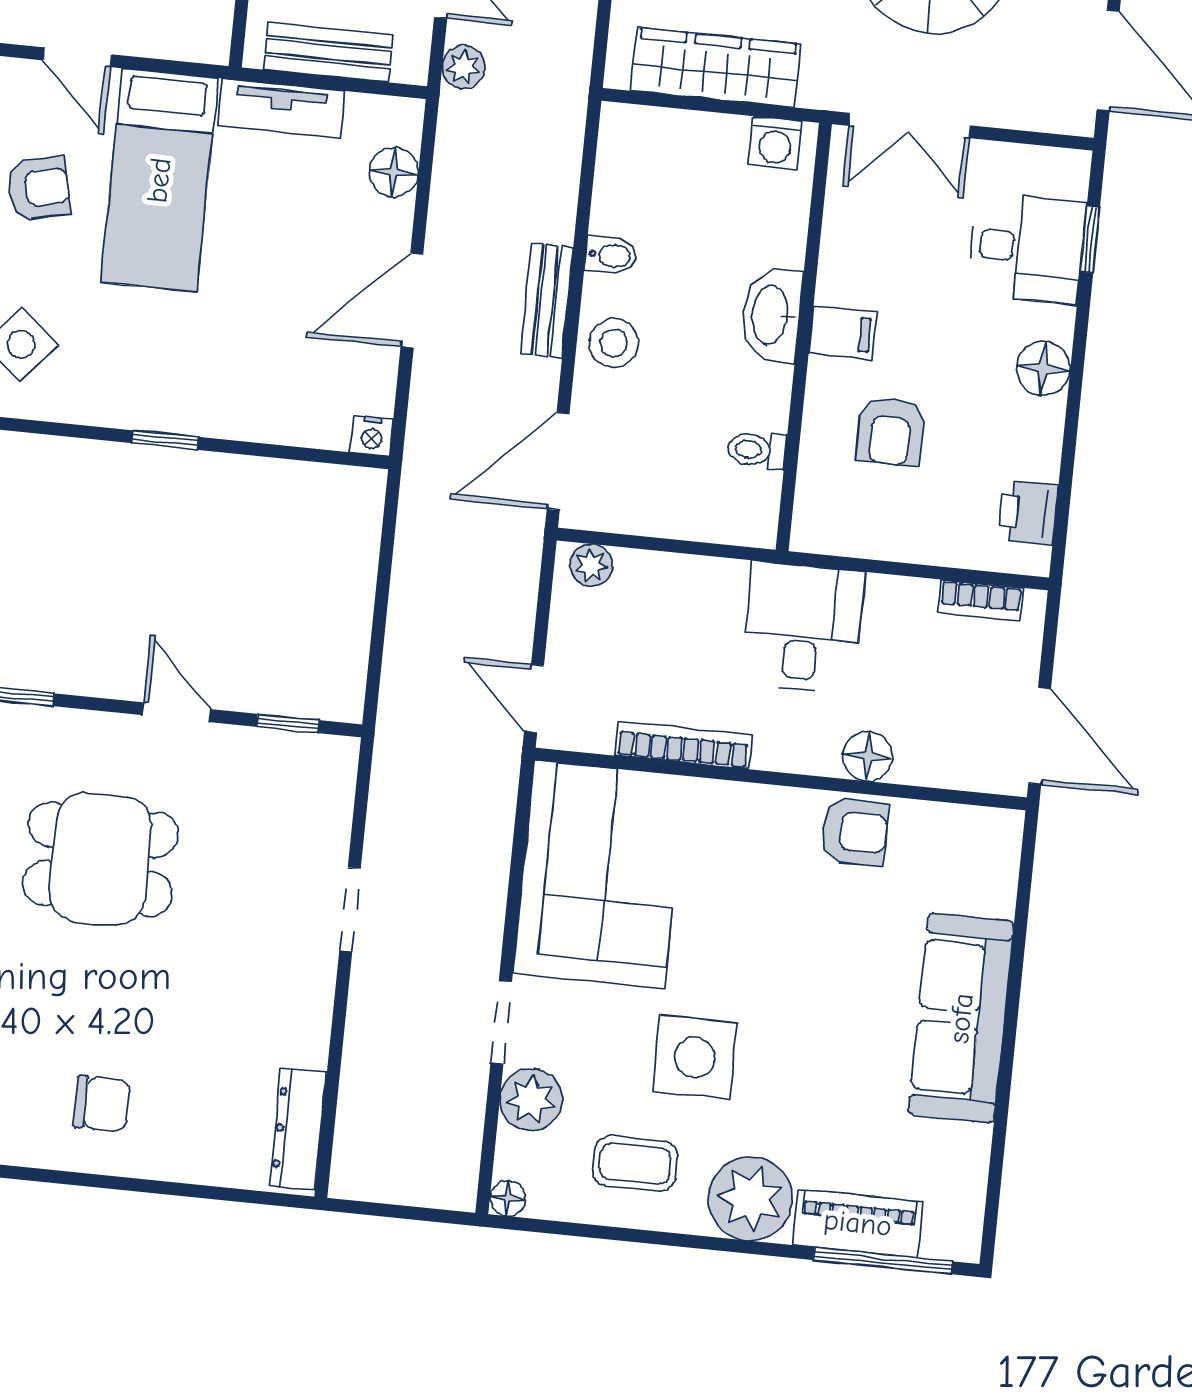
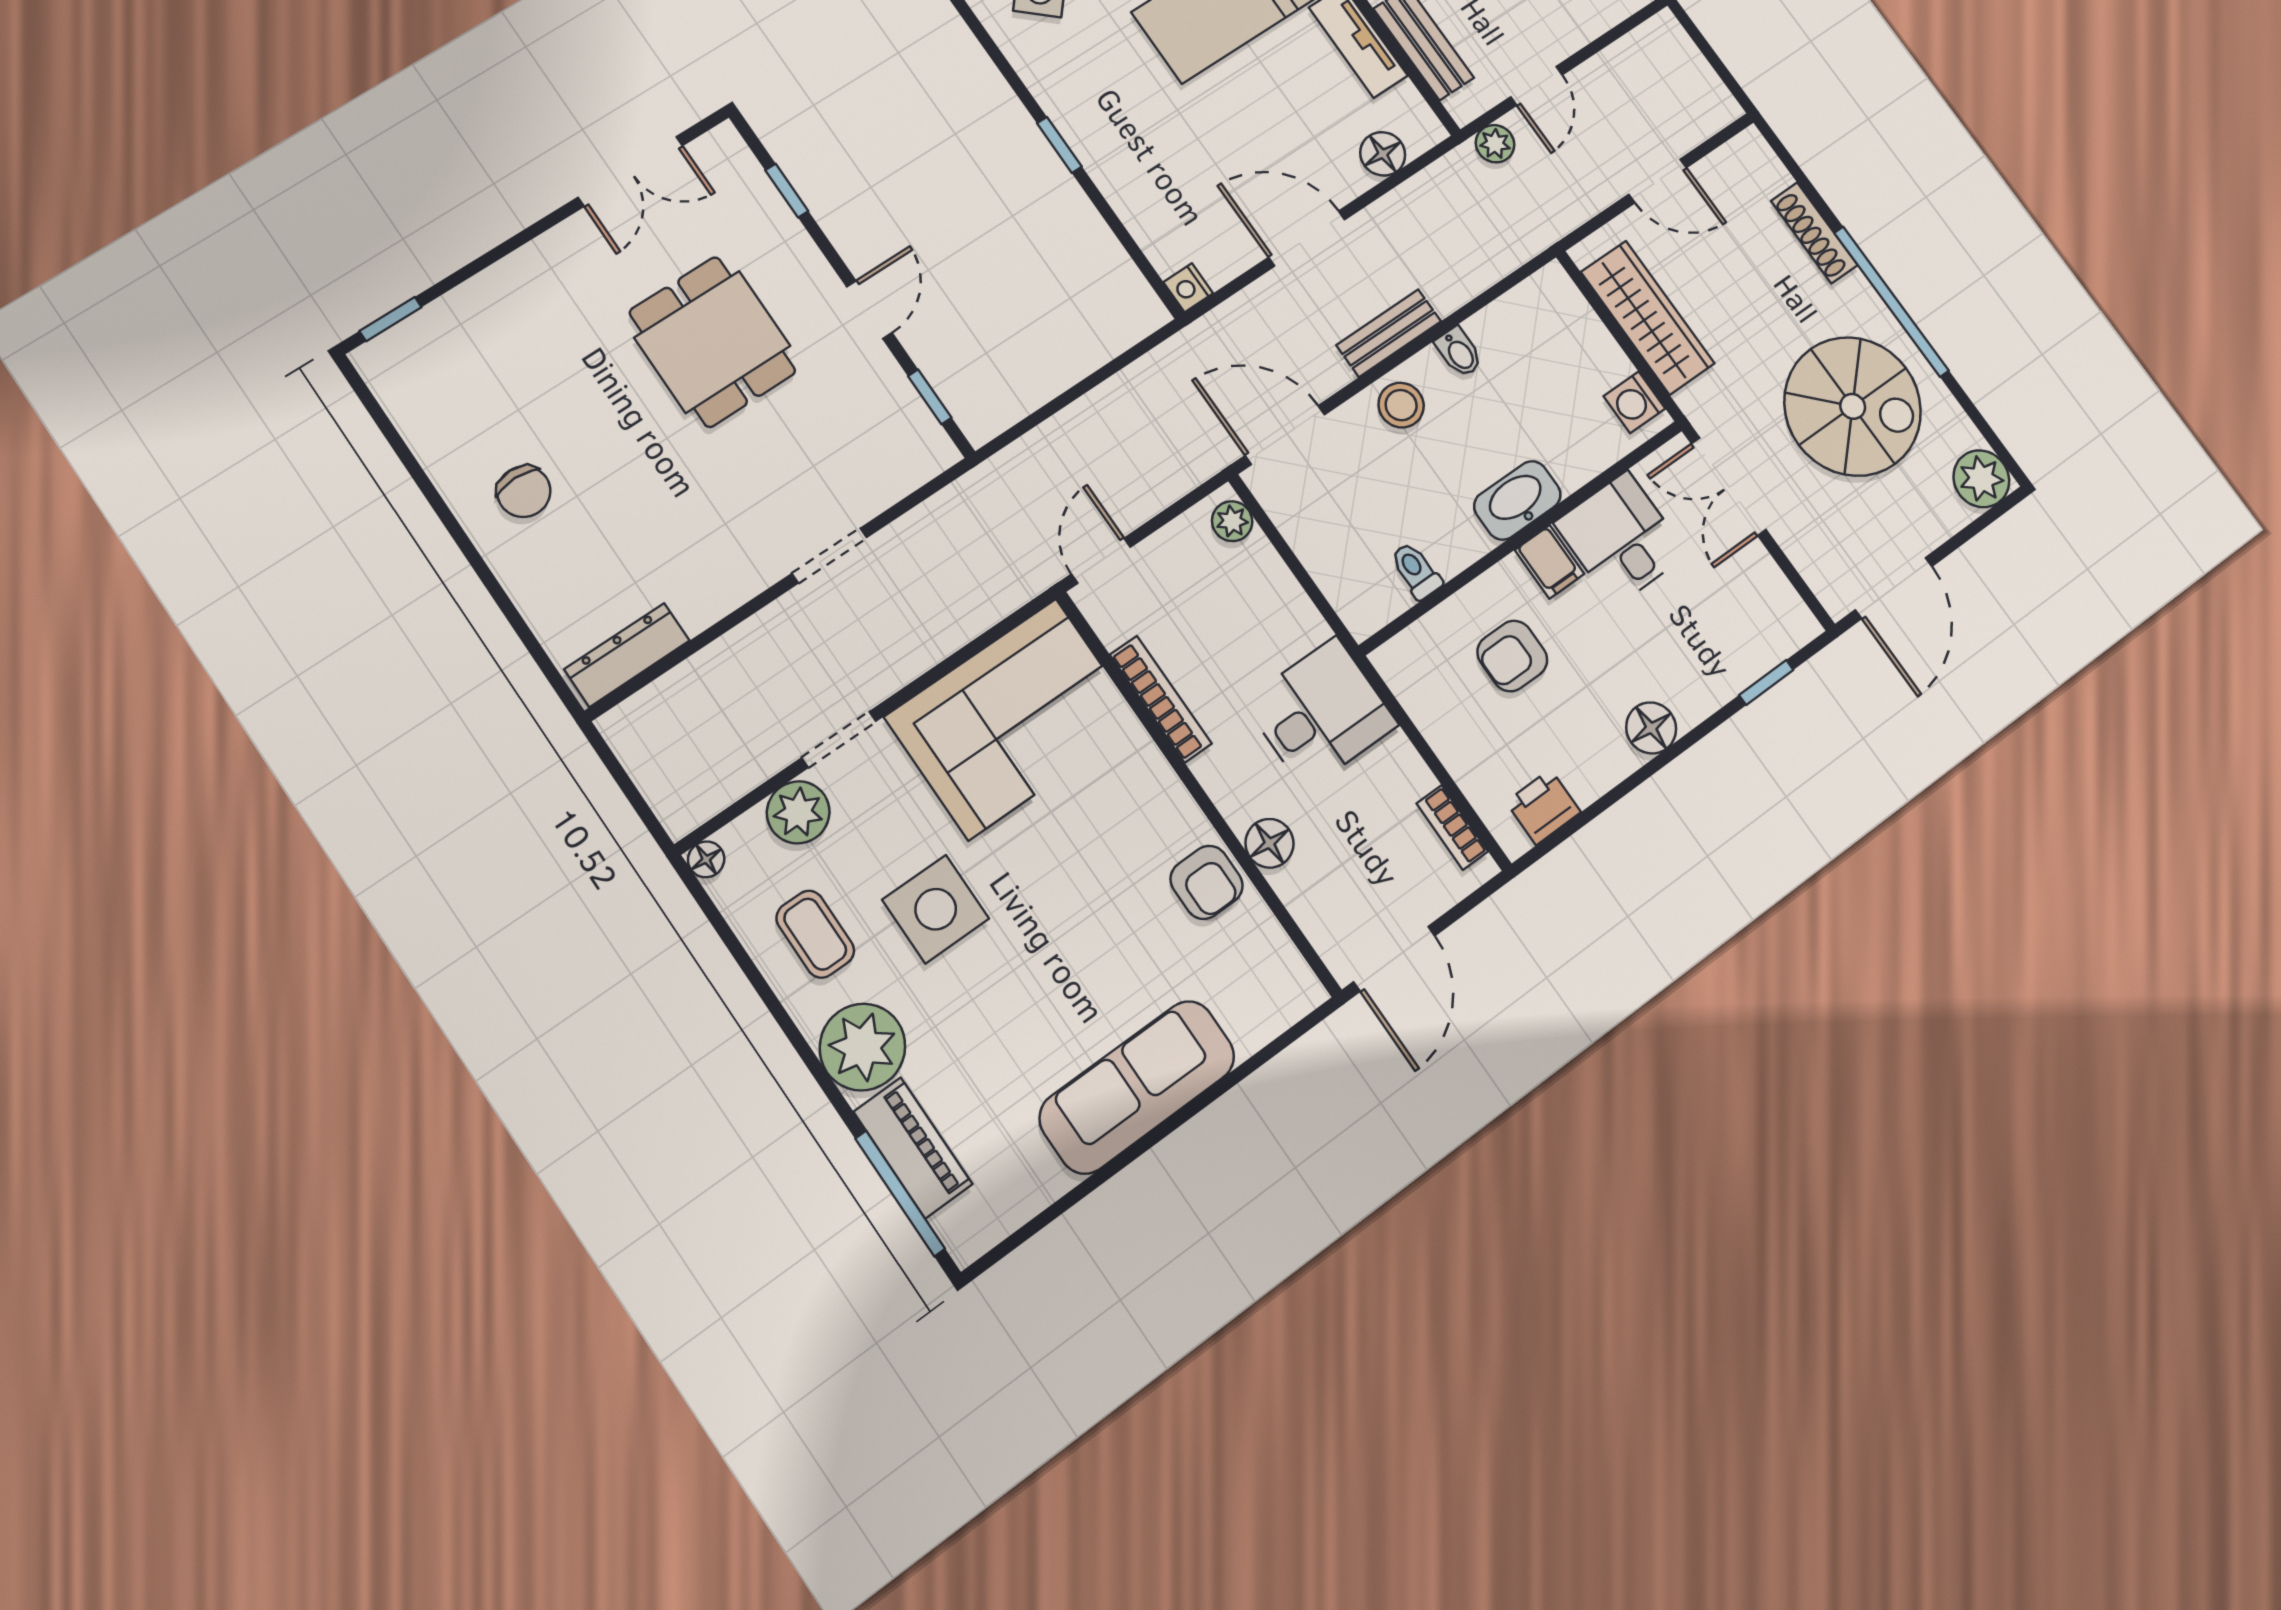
desk: (1027, 248) -> (1621, 539), moved, turned 180

